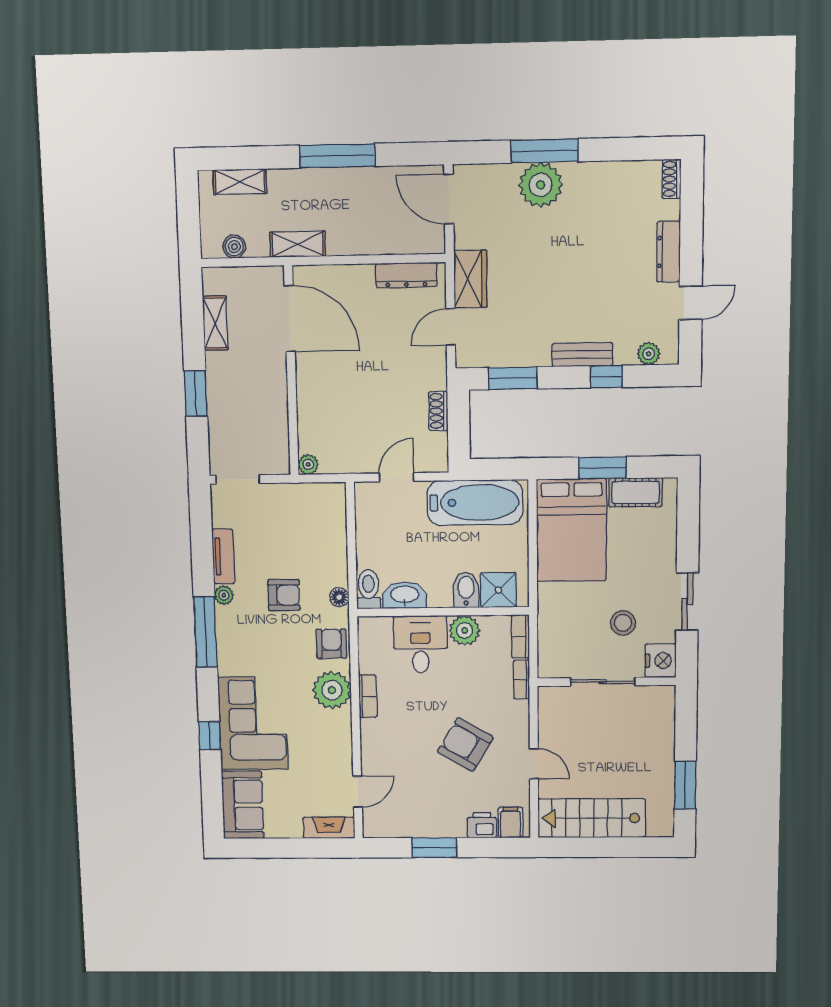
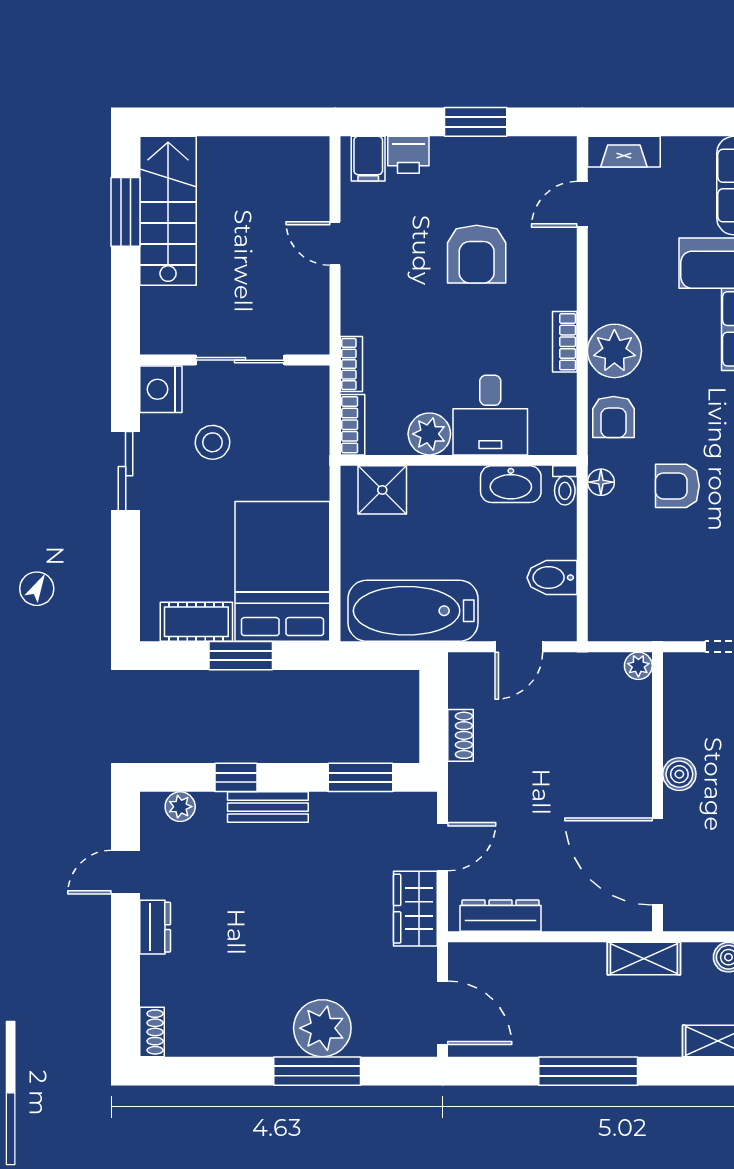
dresser: (669, 252) -> (155, 927), width x0.70
boiler: (276, 385) -> (679, 774), added
toilet: (368, 589) -> (565, 485), width x0.73, depth x0.72
bidet: (466, 590) -> (552, 578), moved, turned 90
armchair: (465, 745) -> (477, 254), moved, turned 59
stairs: (592, 818) -> (168, 211), moved, turned -90

